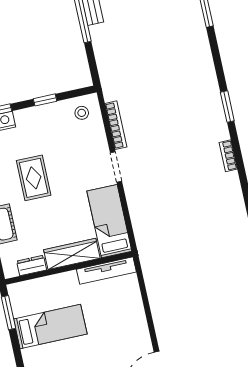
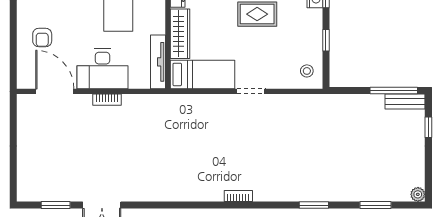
window: (227, 106) -> (314, 205), moved
bookcase: (116, 125) -> (107, 100), moved, width x0.64
desk: (127, 327) -> (102, 69), added

